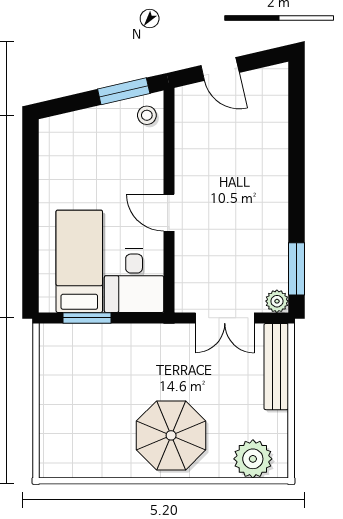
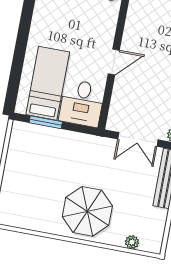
door: (169, 213) -> (114, 62), swing flipped
plant: (253, 459) -> (132, 242), width x0.53, depth x0.53

